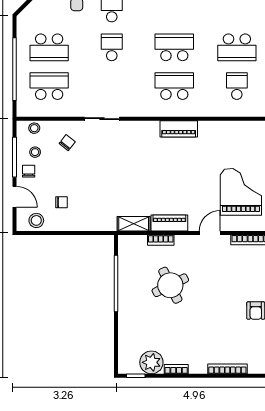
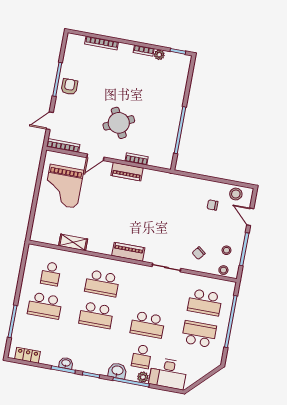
school desk: (112, 47) -> (148, 325), width x1.85
school desk: (237, 47) -> (45, 306), turned 180
piano: (179, 129) -> (128, 252), moved
chair: (29, 171) -> (235, 236), removed
shelving: (134, 224) -> (73, 242), moved
round table: (170, 285) -> (119, 123), moved
plant: (151, 362) -> (159, 55), width x0.53, depth x0.53

